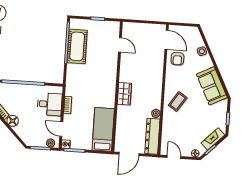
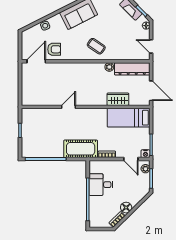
door: (120, 45) -> (68, 107), moved
cot: (77, 46) -> (81, 149), moved
wardrobe: (124, 94) -> (118, 99), moved
desk: (50, 104) -> (101, 185), moved, turned -90
door: (61, 129) -> (131, 159), hinge flipped
door: (174, 157) -> (151, 46), hinge flipped

